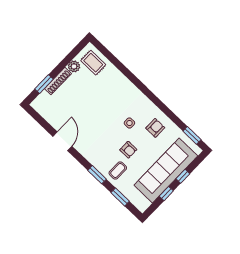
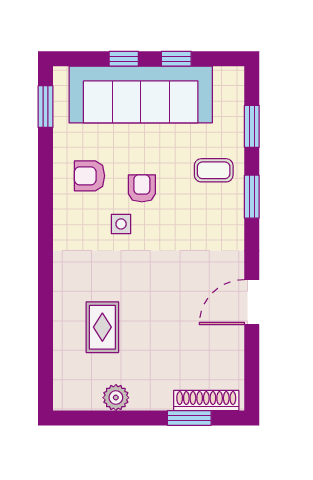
rug: (93, 63) -> (102, 327), moved
shoe rack: (58, 81) -> (206, 400), moved
armchair: (128, 150) -> (142, 188), moved

